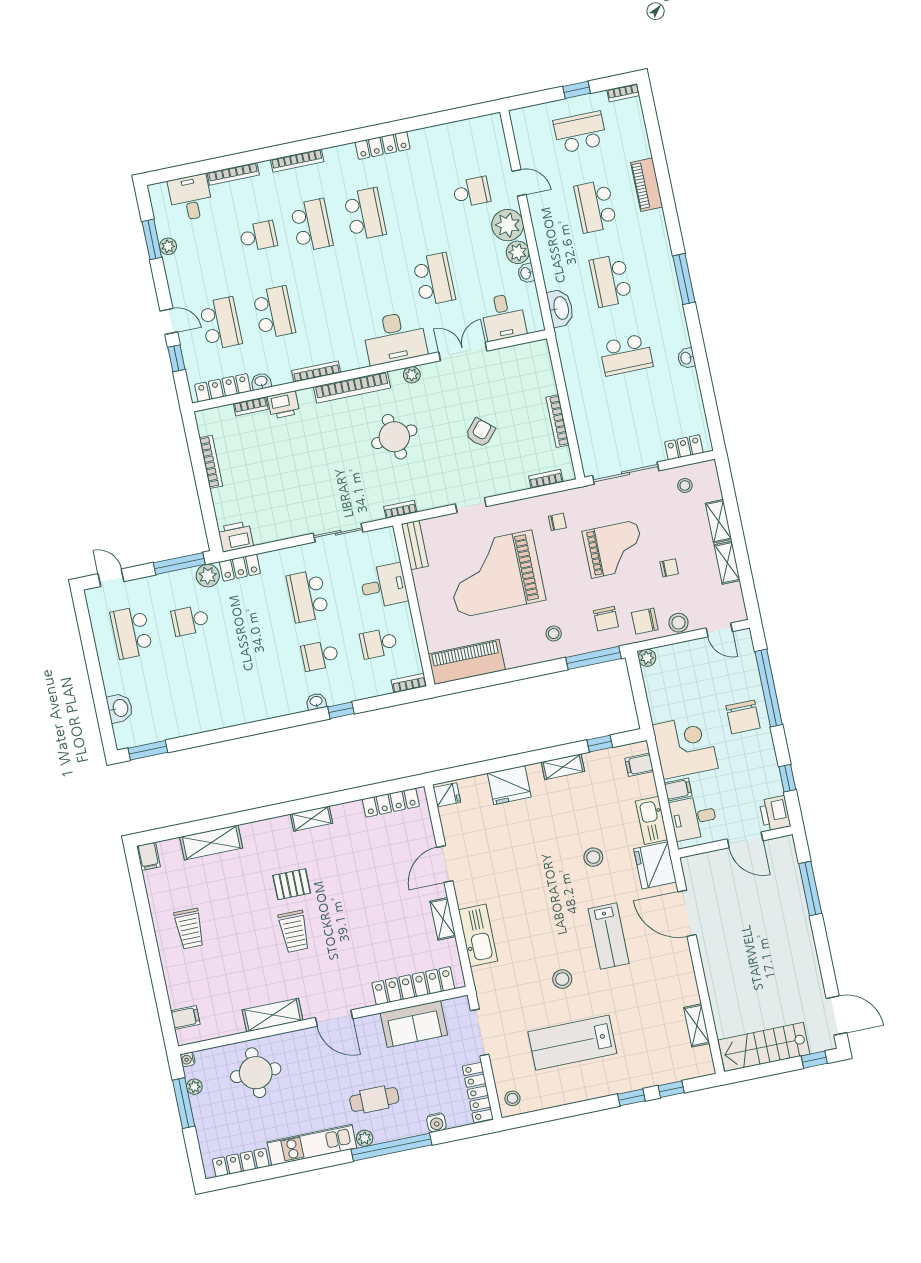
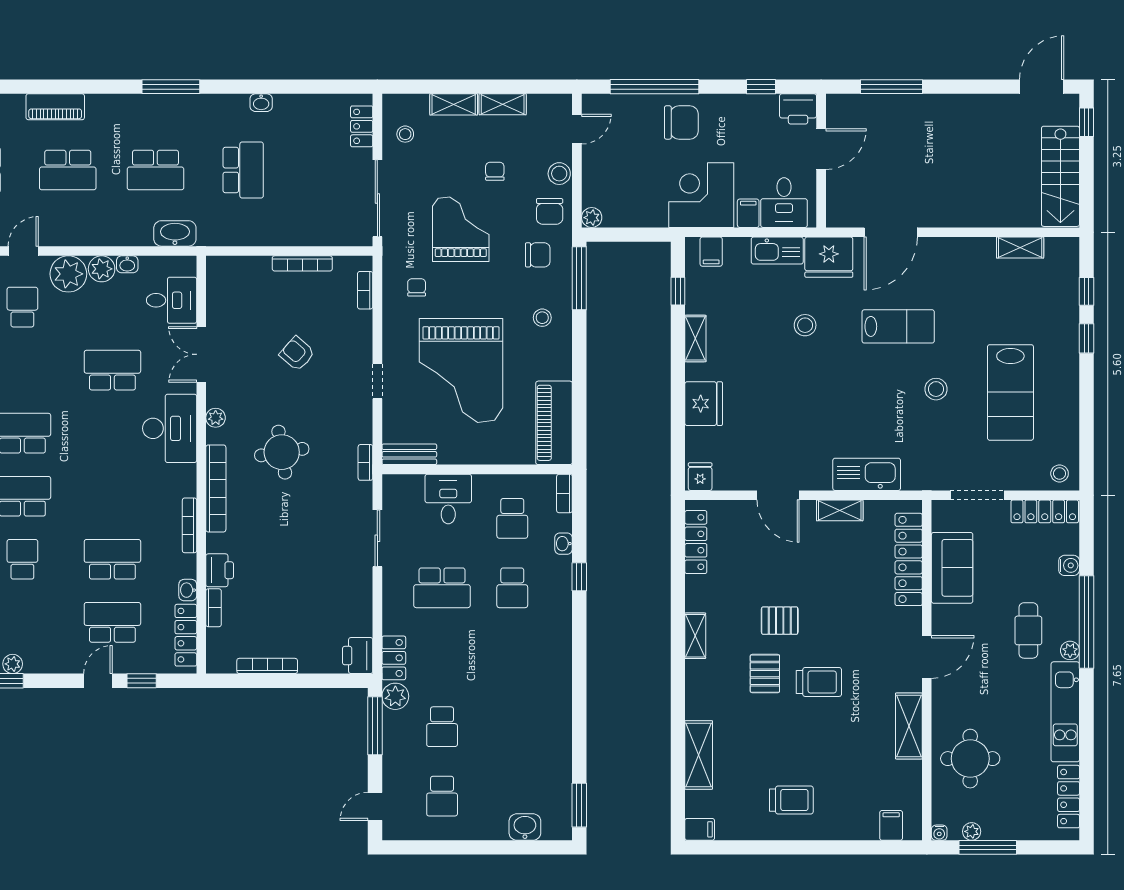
school desk: (131, 633) -> (442, 796), width x0.54
washbasin: (316, 702) -> (564, 544), moved
pallet: (339, 887) -> (780, 621), added

